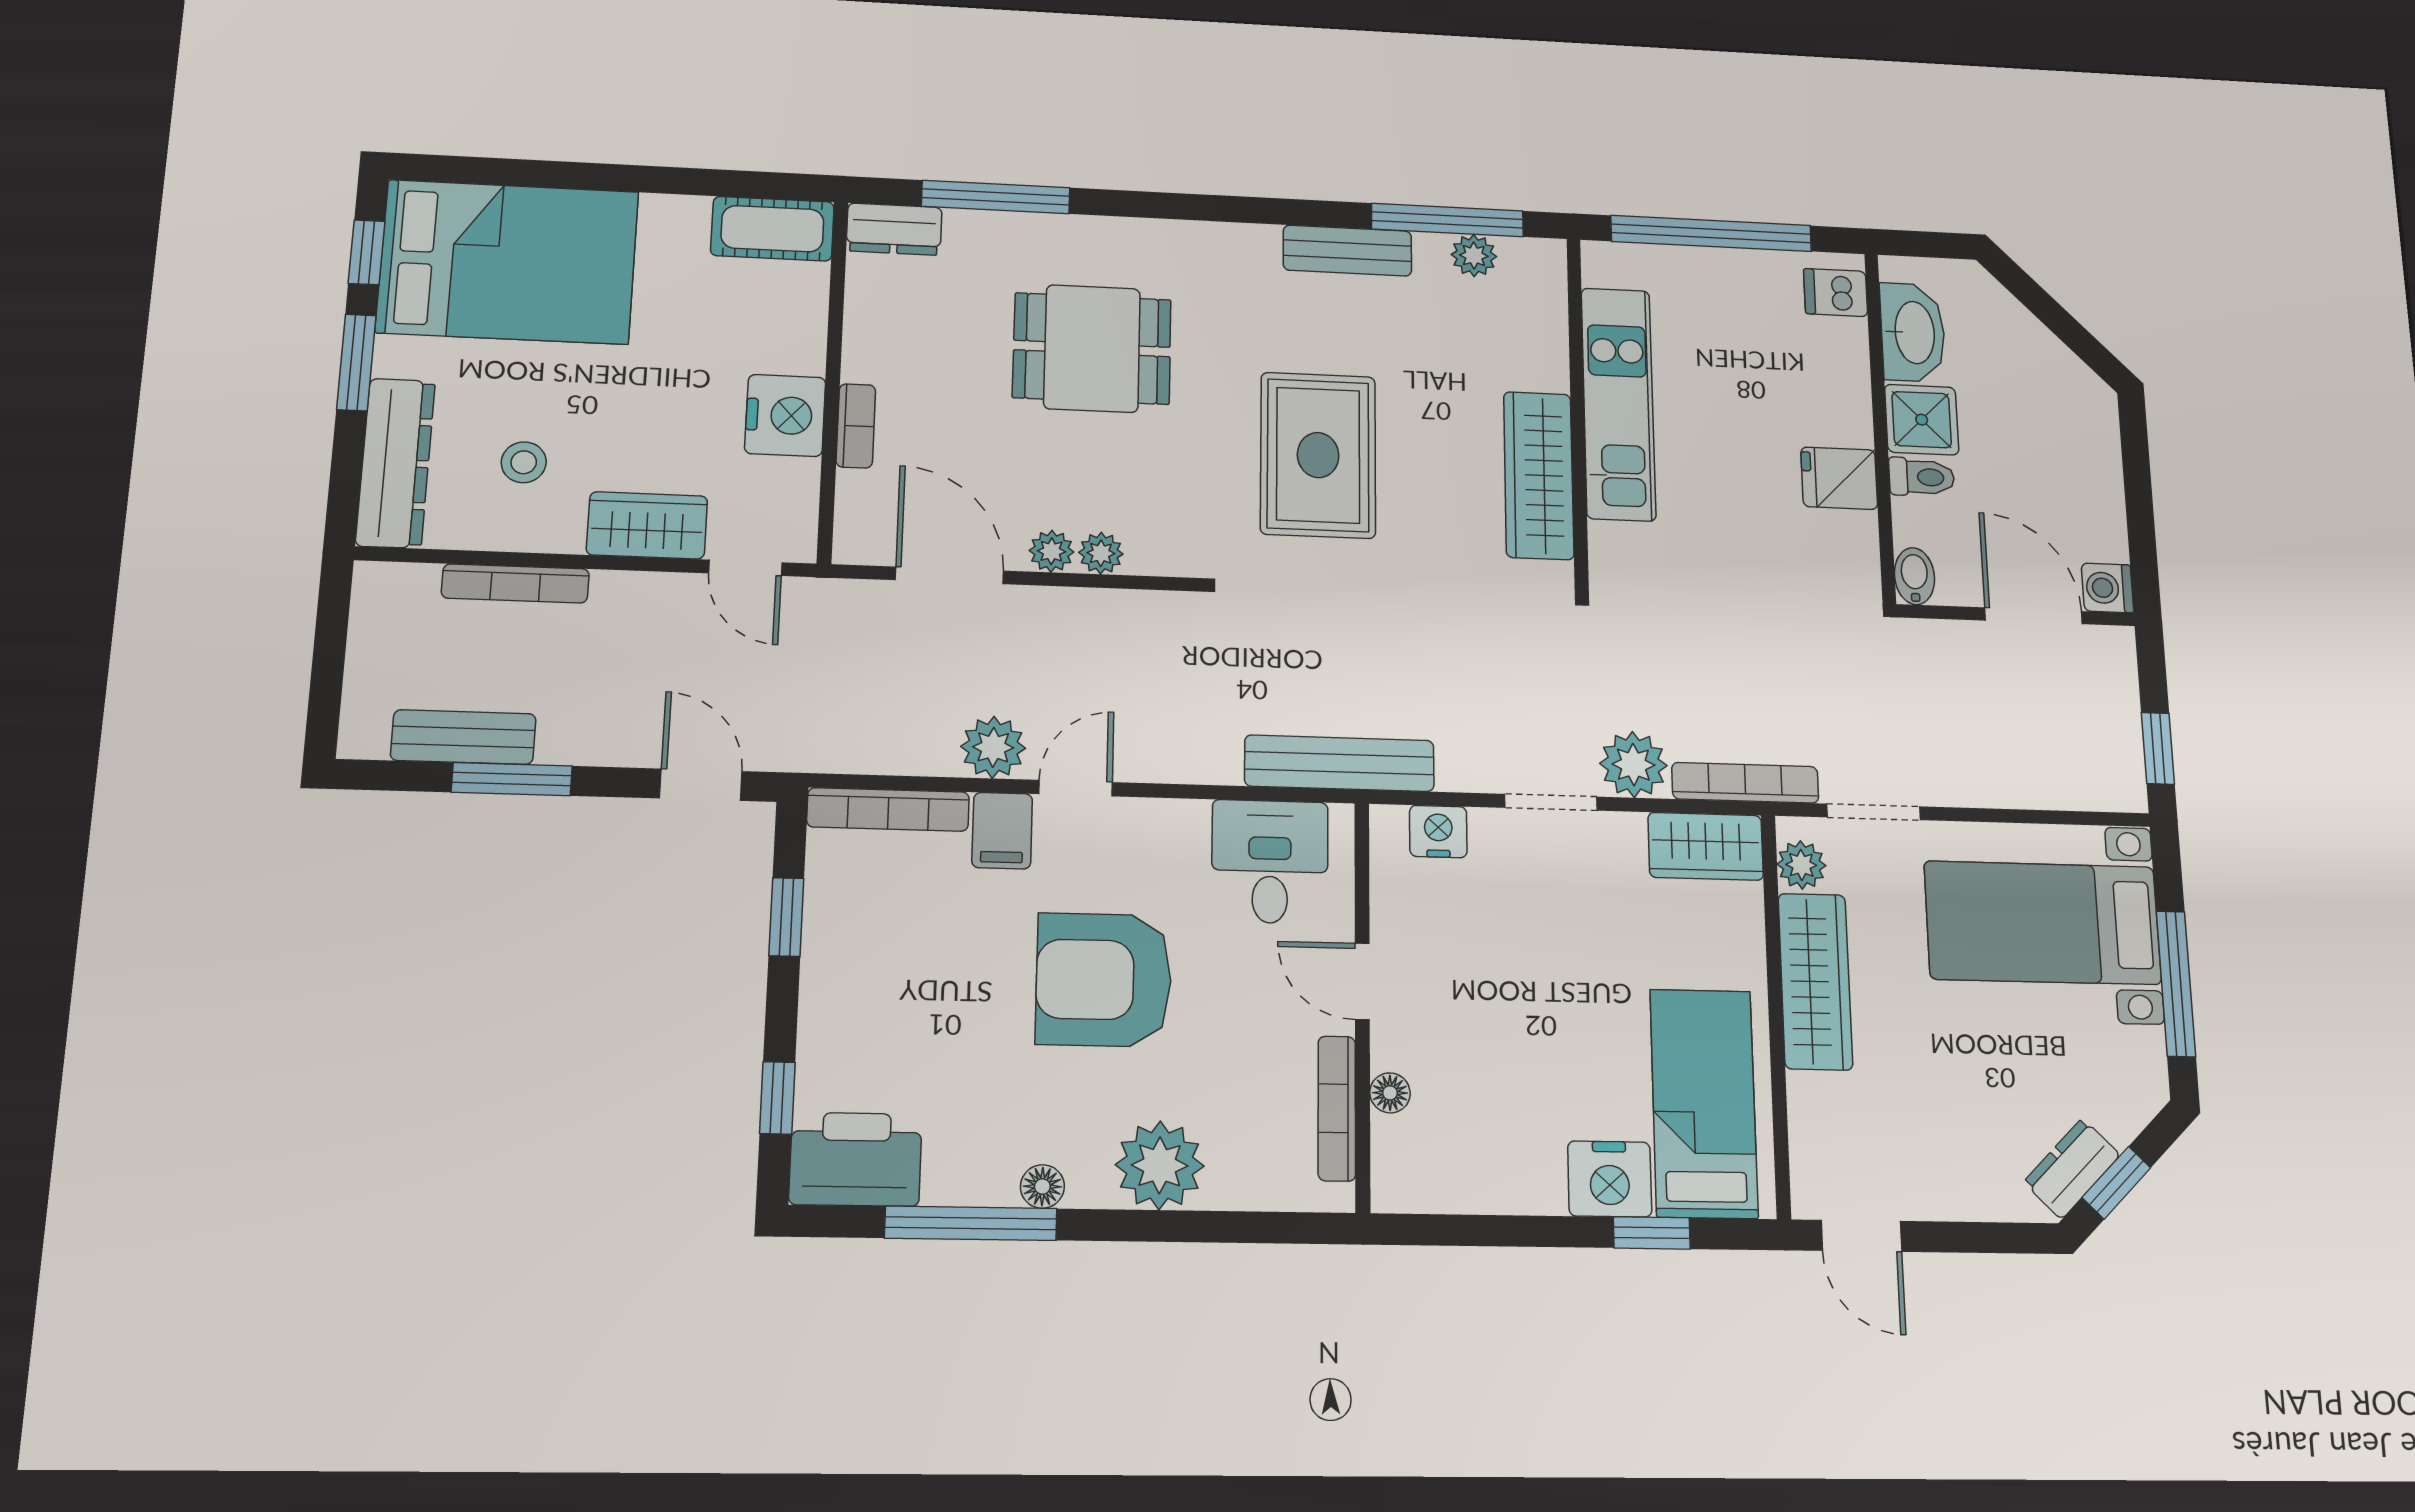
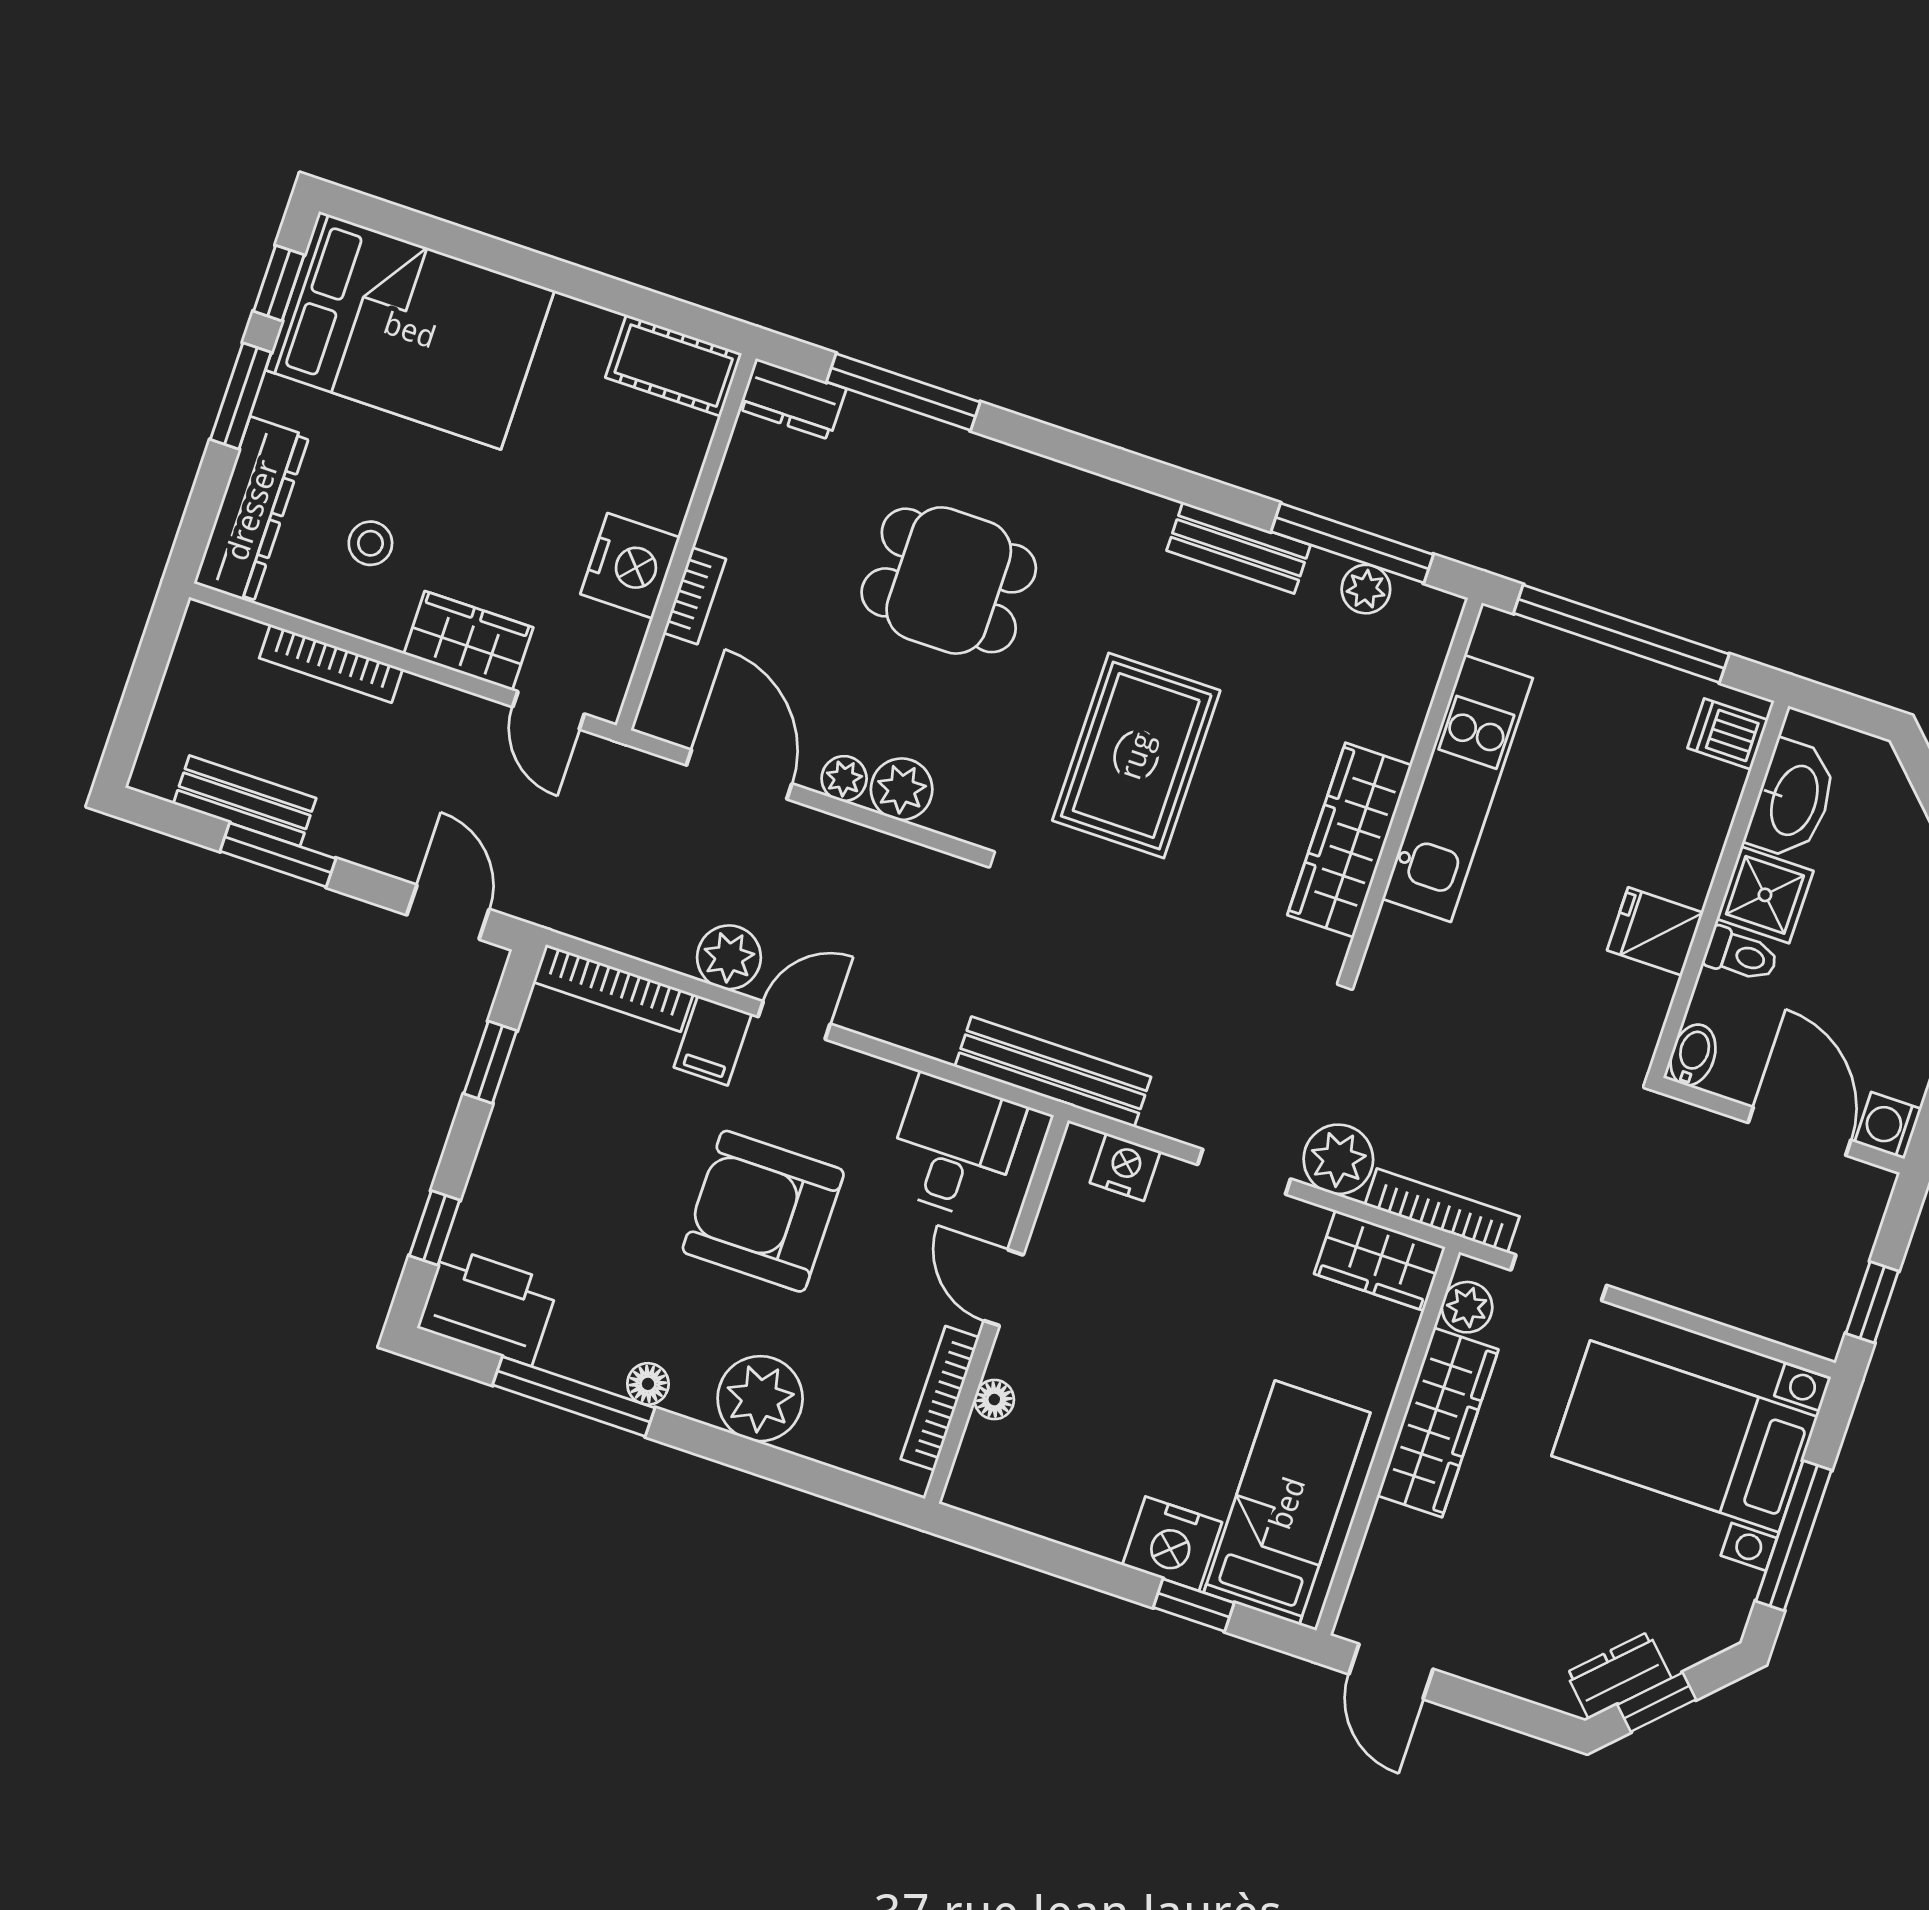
plant: (1101, 553) -> (902, 789), width x1.38, depth x1.38

